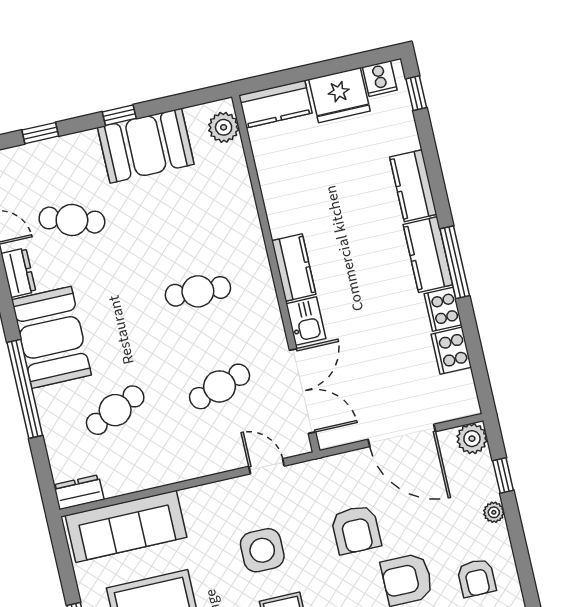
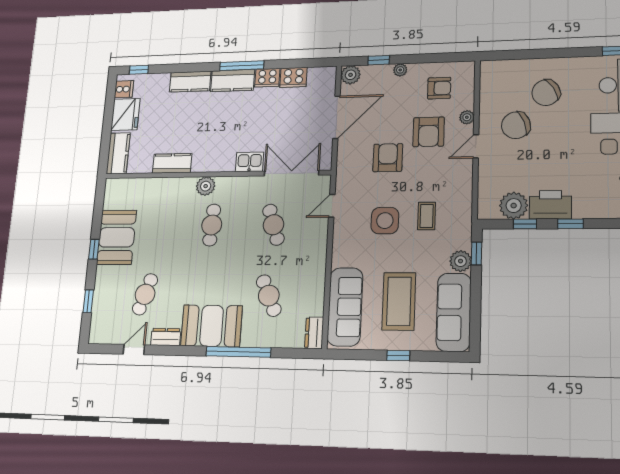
plant: (224, 127) -> (206, 186), moved
kitchen counter: (294, 268) -> (172, 163), moved
armchair: (356, 530) -> (388, 158), turned -90

